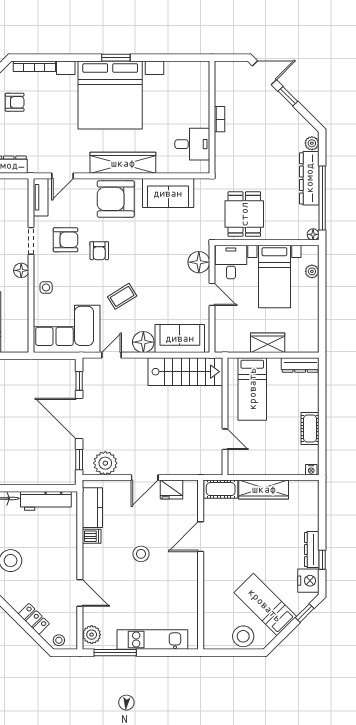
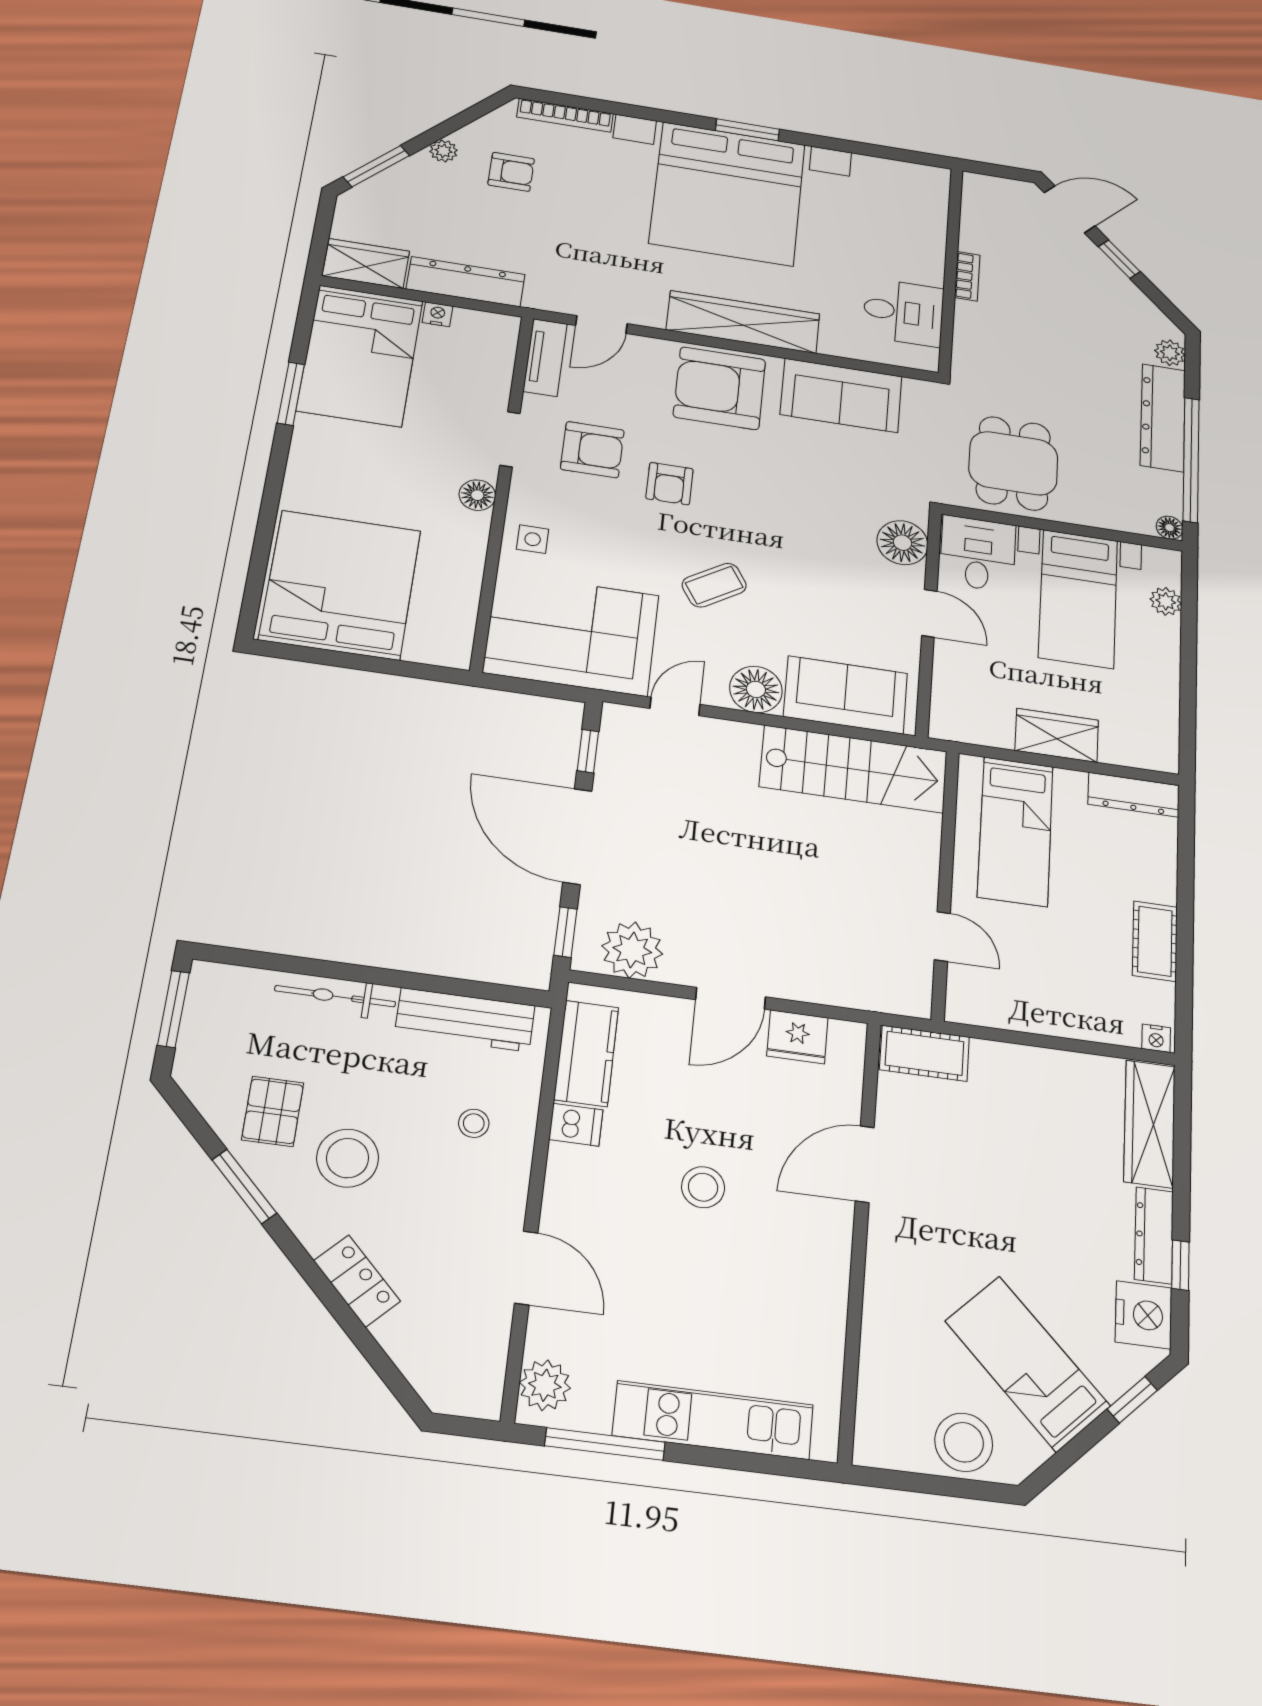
wardrobe: (264, 489) -> (1150, 1124), moved, turned 90
locker: (34, 619) -> (357, 1281), moved
stool: (59, 640) -> (474, 1123), moved

